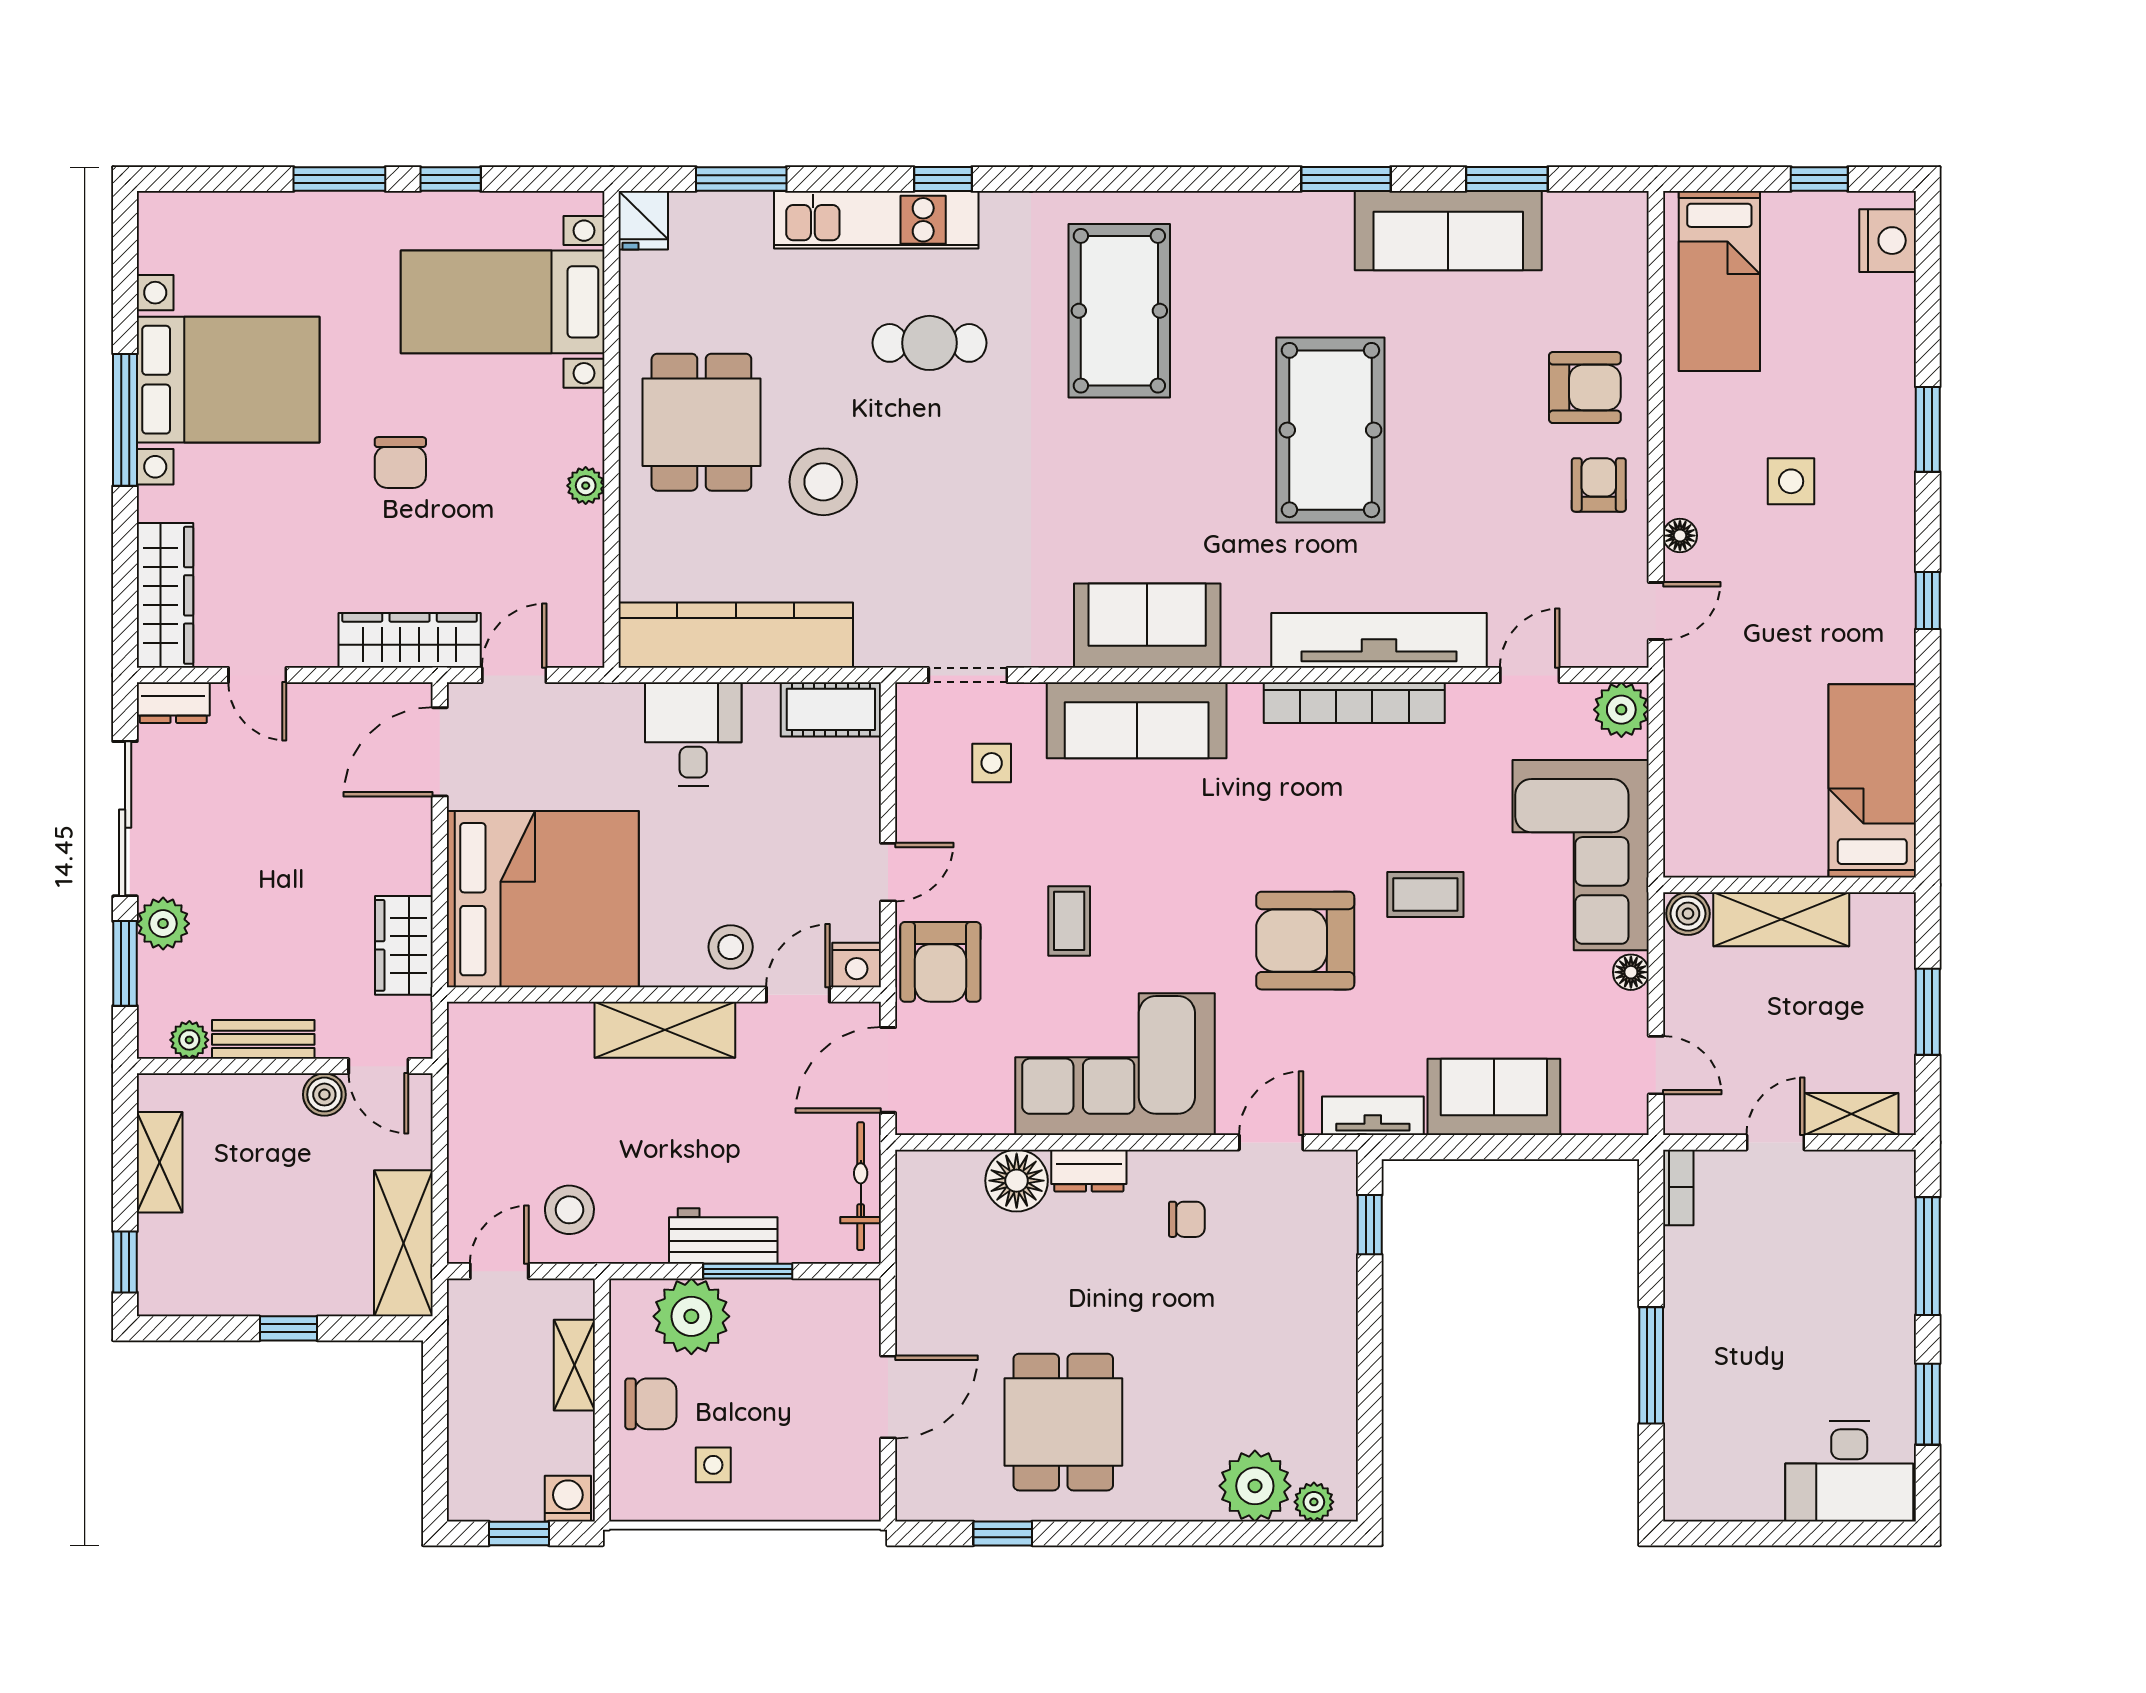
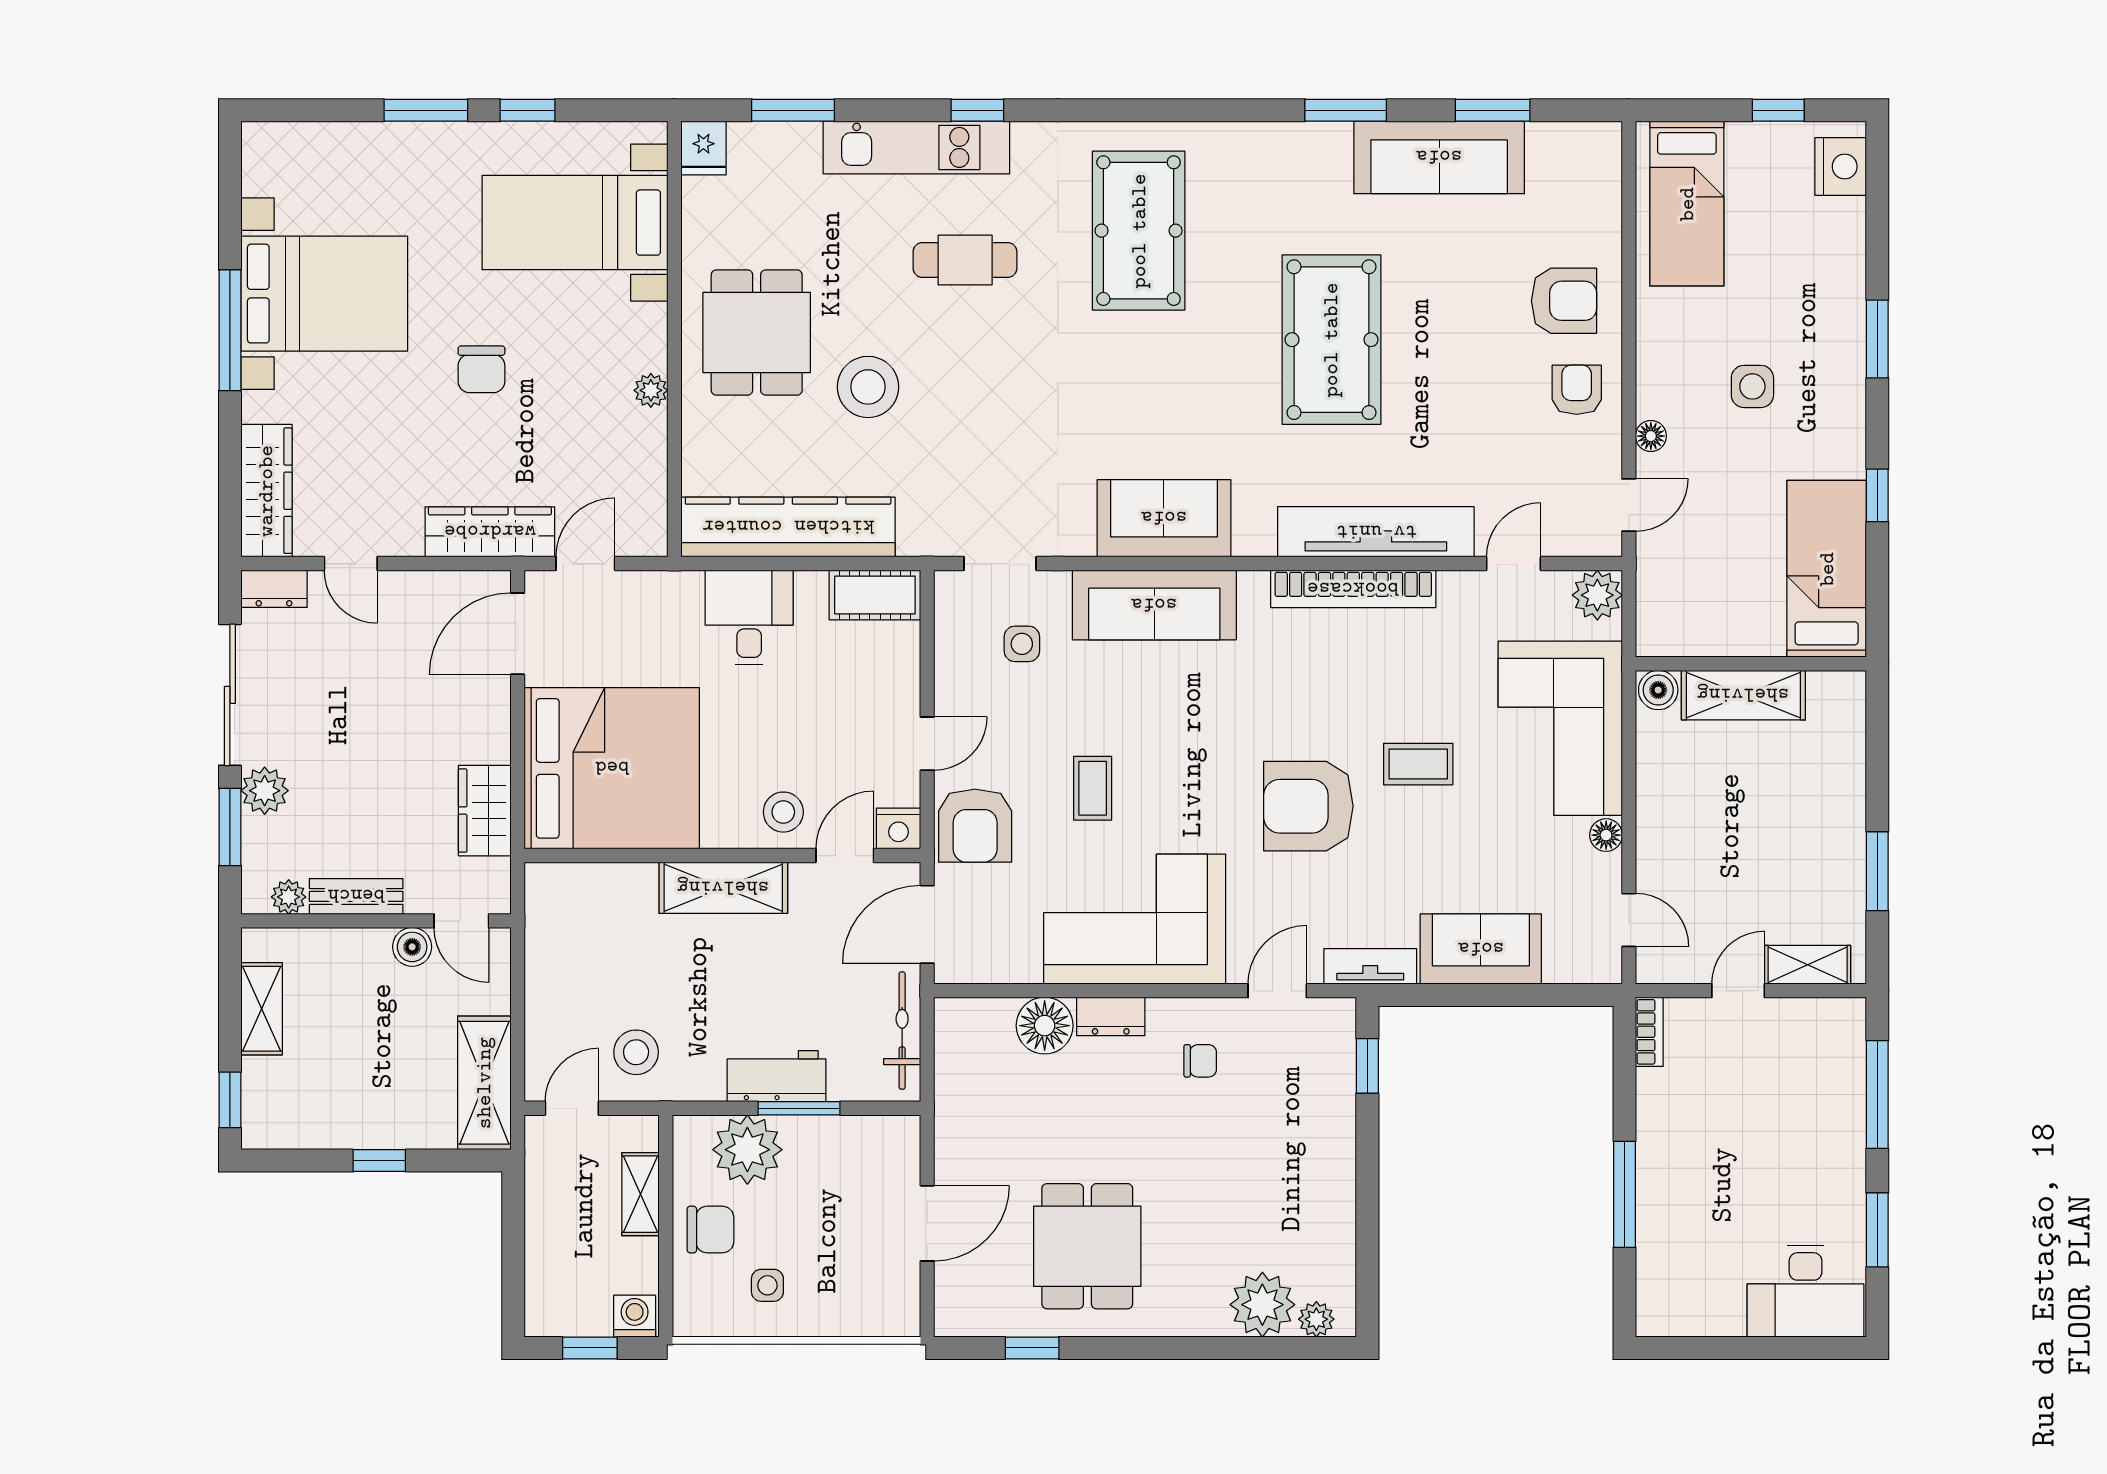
bed: (1872, 781) -> (1827, 569), moved
wall: (1789, 885) -> (1751, 664), moved
boiler: (1688, 914) -> (1658, 690), moved
shelving: (1781, 919) -> (1743, 695), moved

